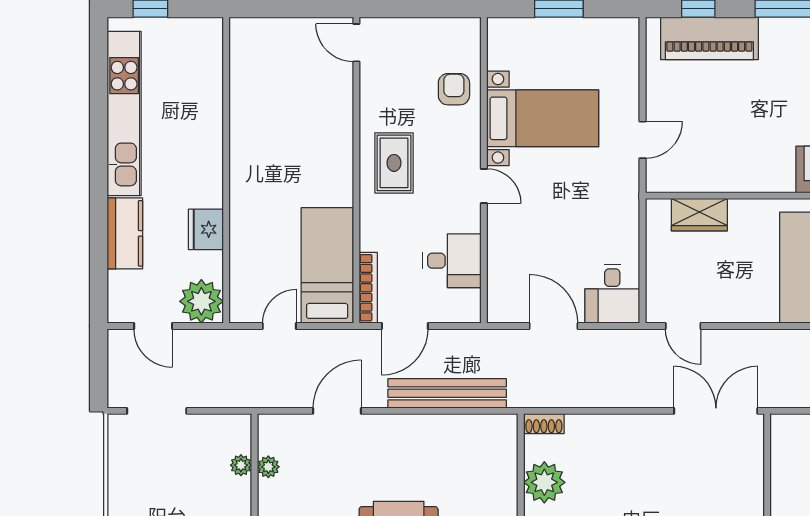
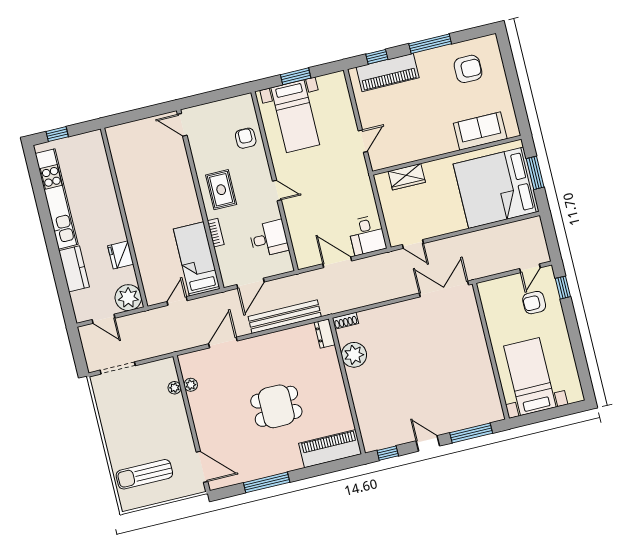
bed with nightstands: (543, 118) -> (295, 116), moved, turned 90
bookcase: (368, 288) -> (216, 233), moved, width x0.64
dresser: (505, 436) -> (325, 334), added

